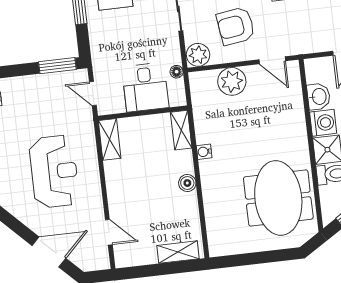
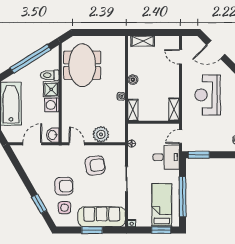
plant: (198, 55) -> (118, 152), removed
desk: (145, 87) -> (166, 157), moved, turned 90
door: (93, 94) -> (181, 137), swing flipped
washbasin: (319, 97) -> (53, 135), moved

